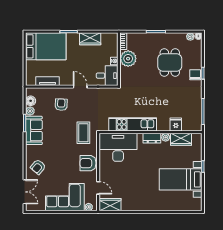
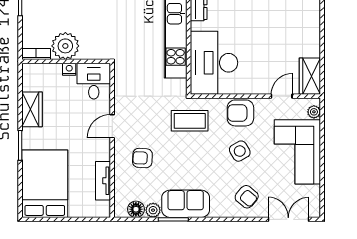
side table: (65, 163) -> (240, 151), added
armchair: (88, 163) -> (240, 113), turned 90

